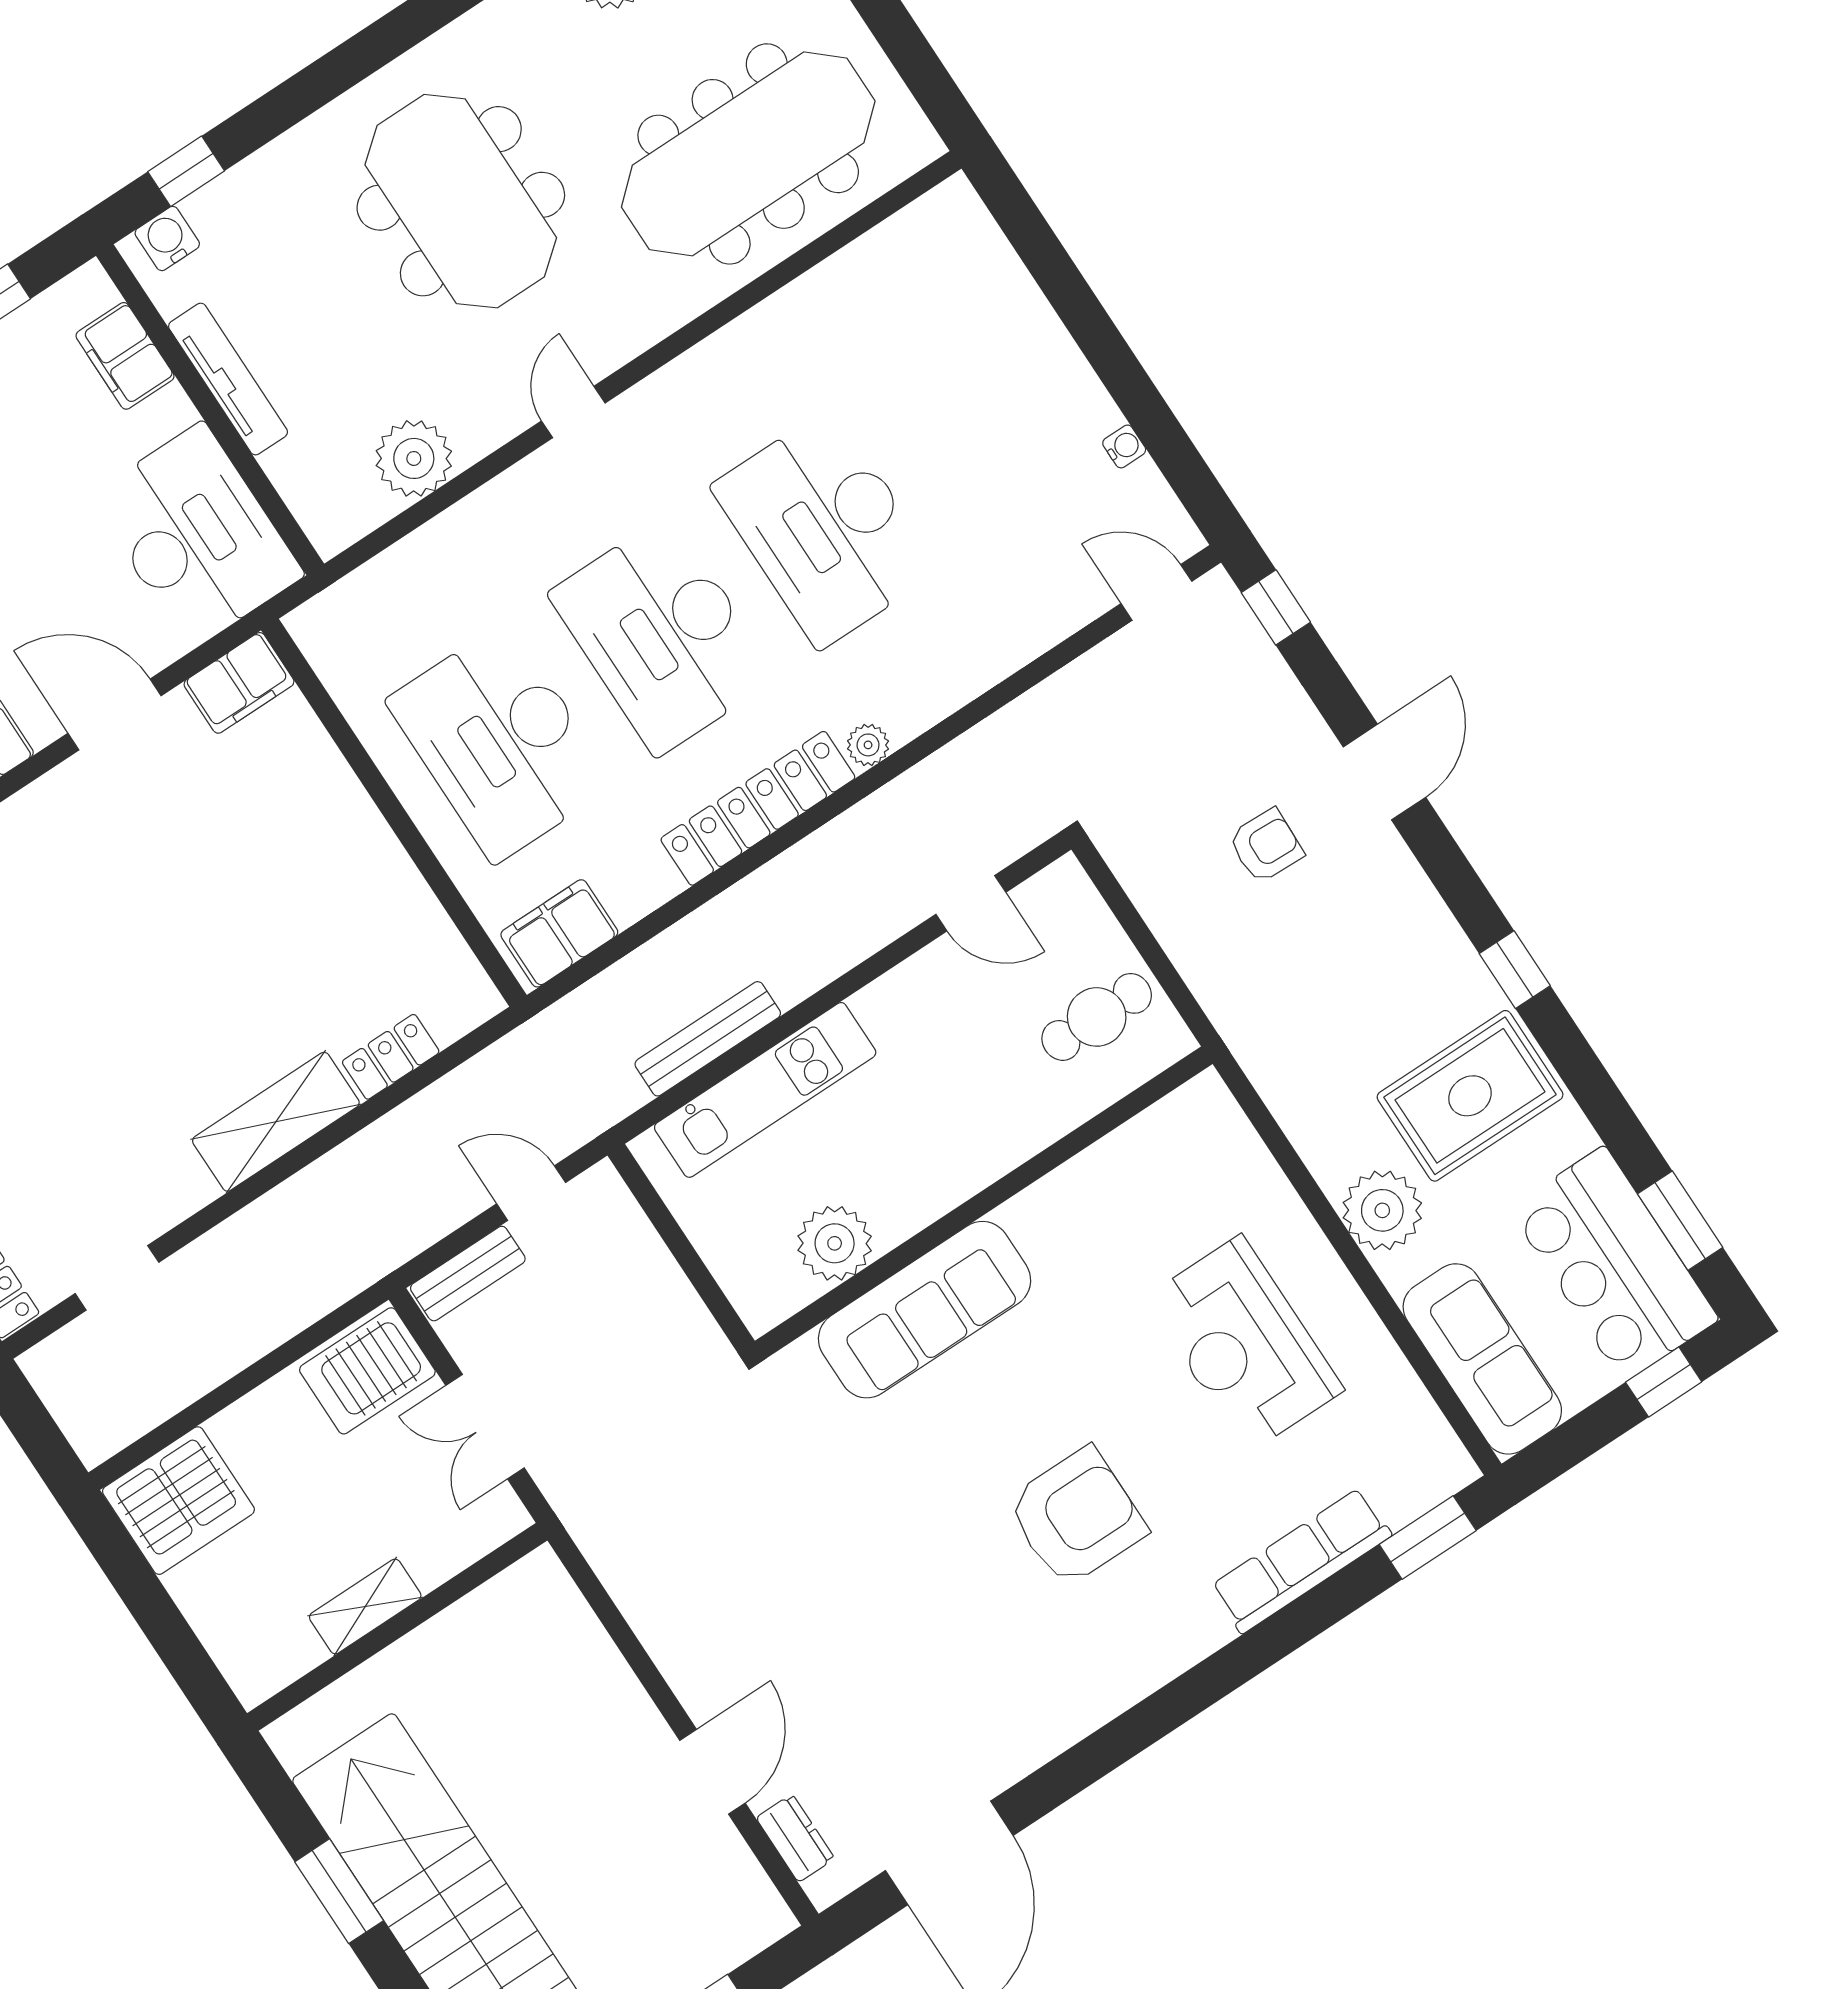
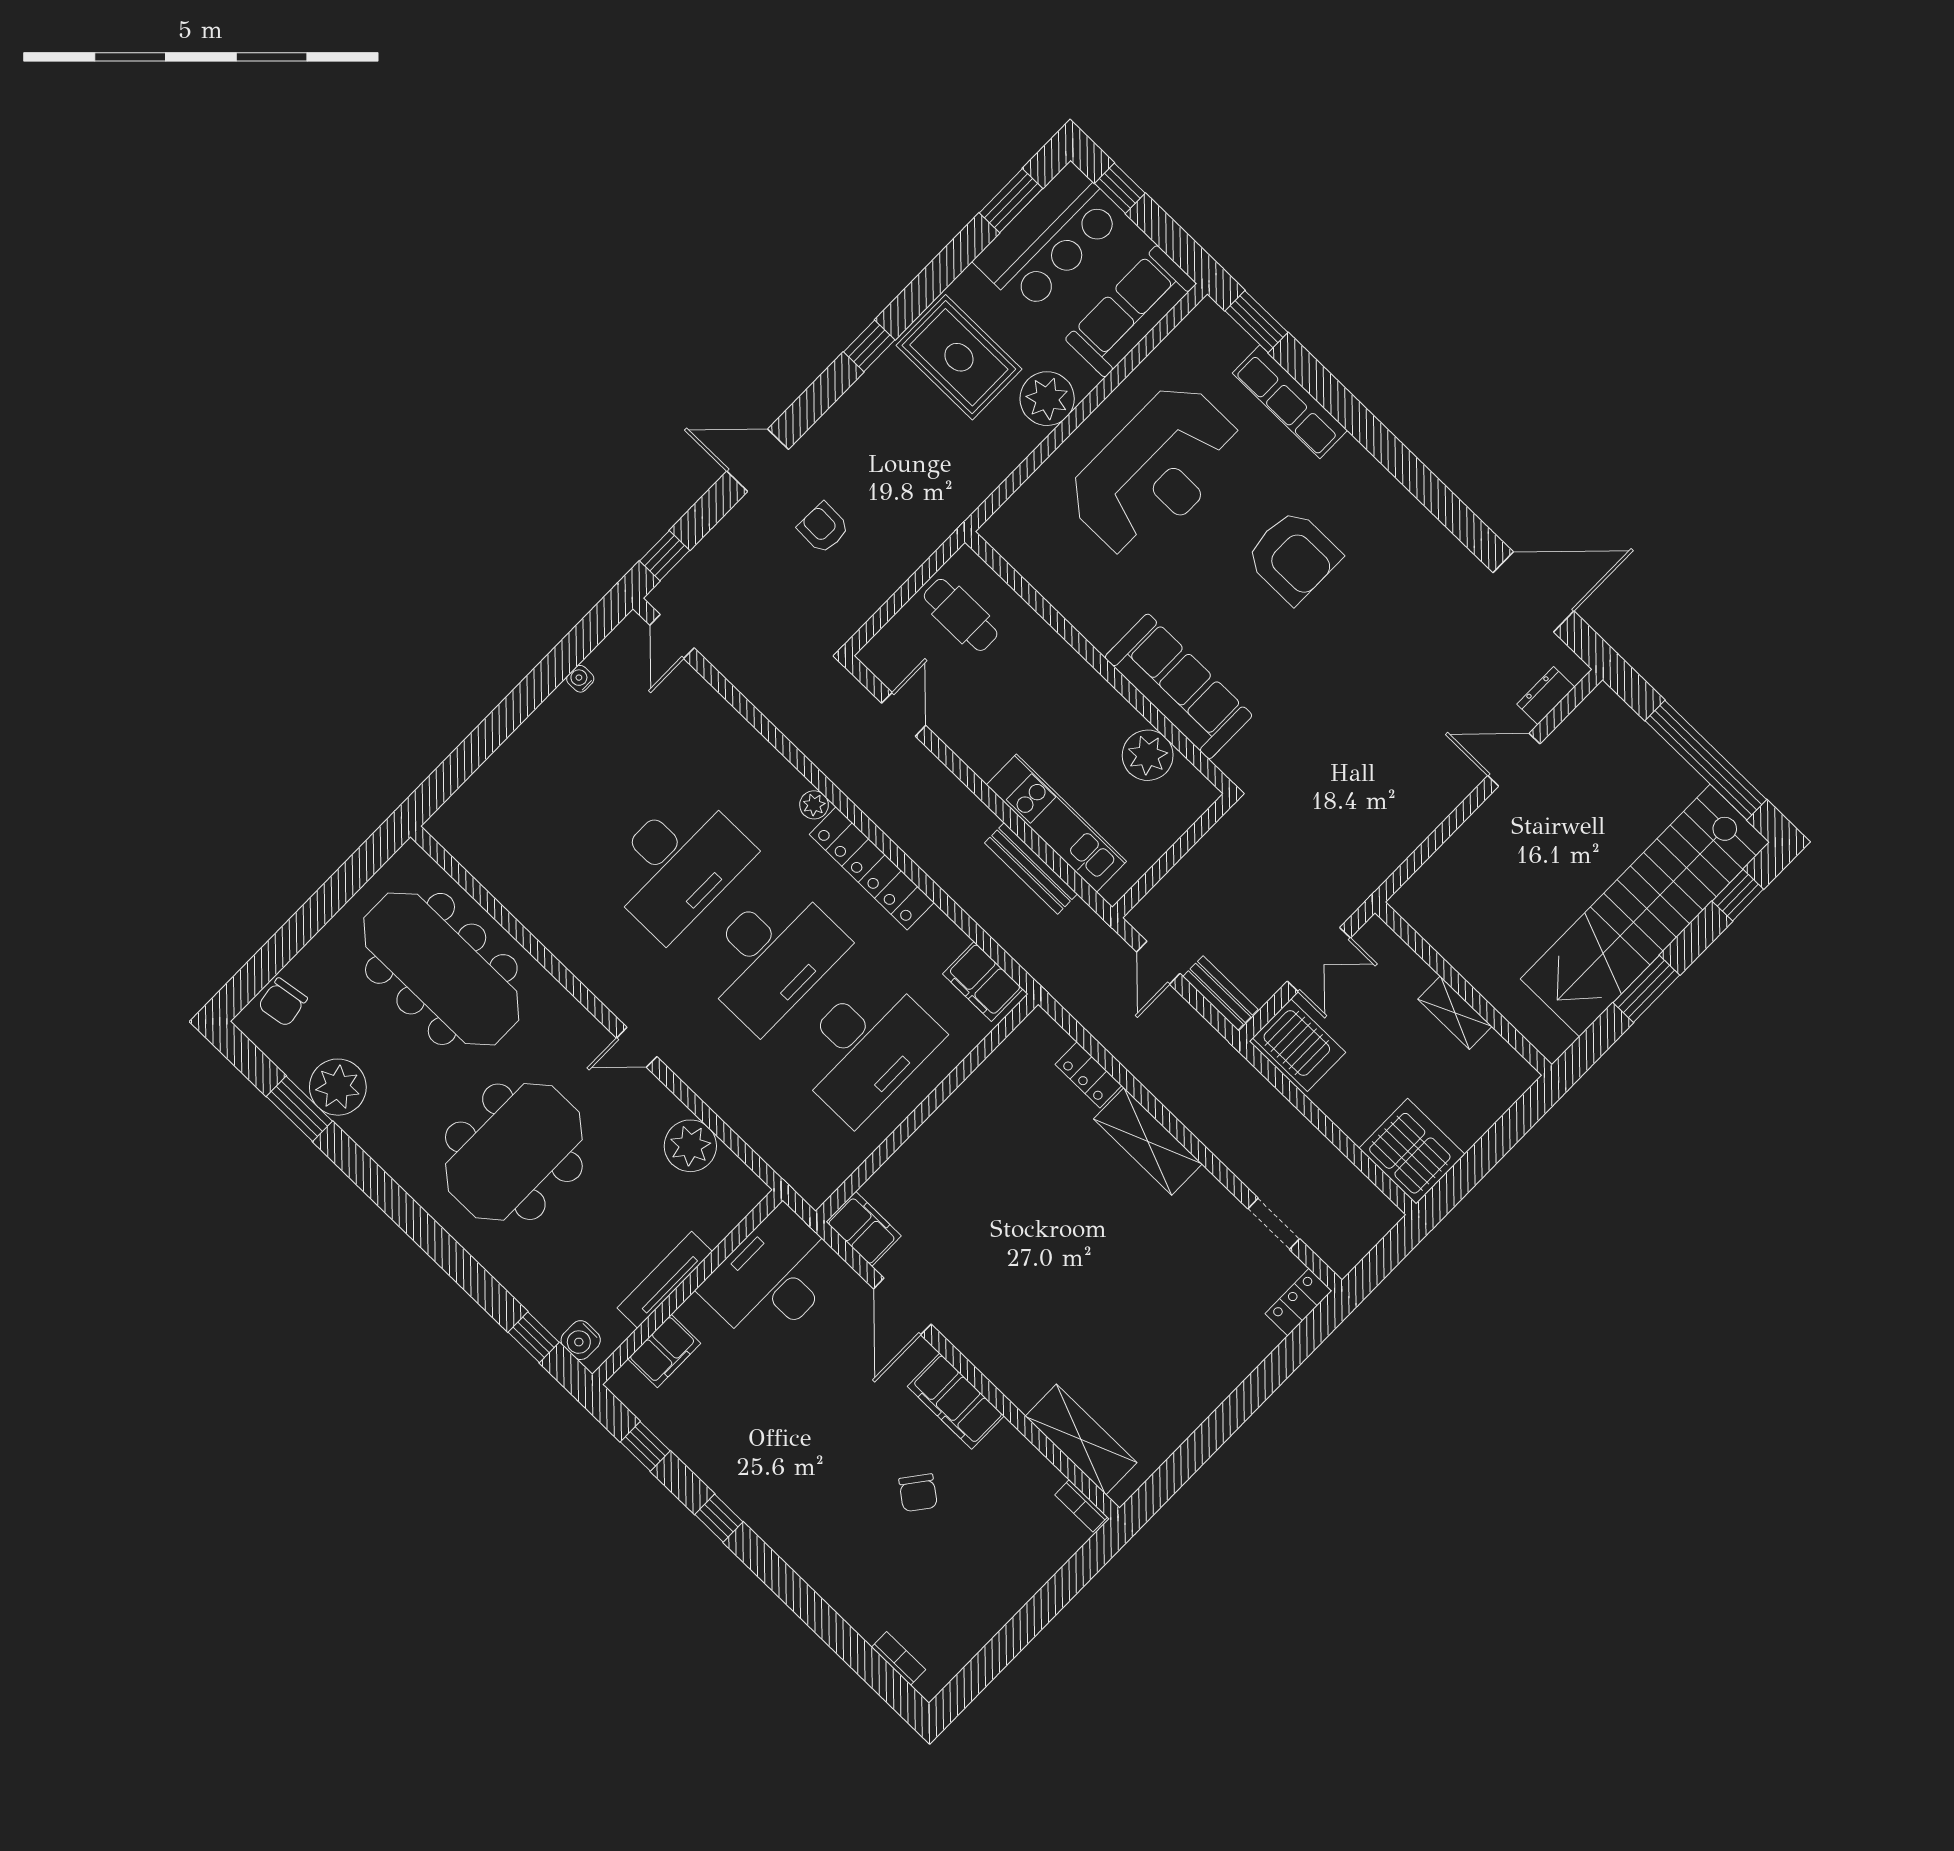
reception desk: (1244, 1344) -> (1155, 471), width x1.36, depth x1.30
armchair: (1076, 1517) -> (1293, 556), turned 180

